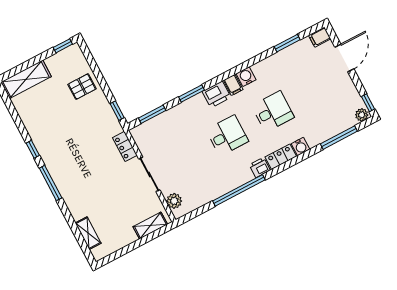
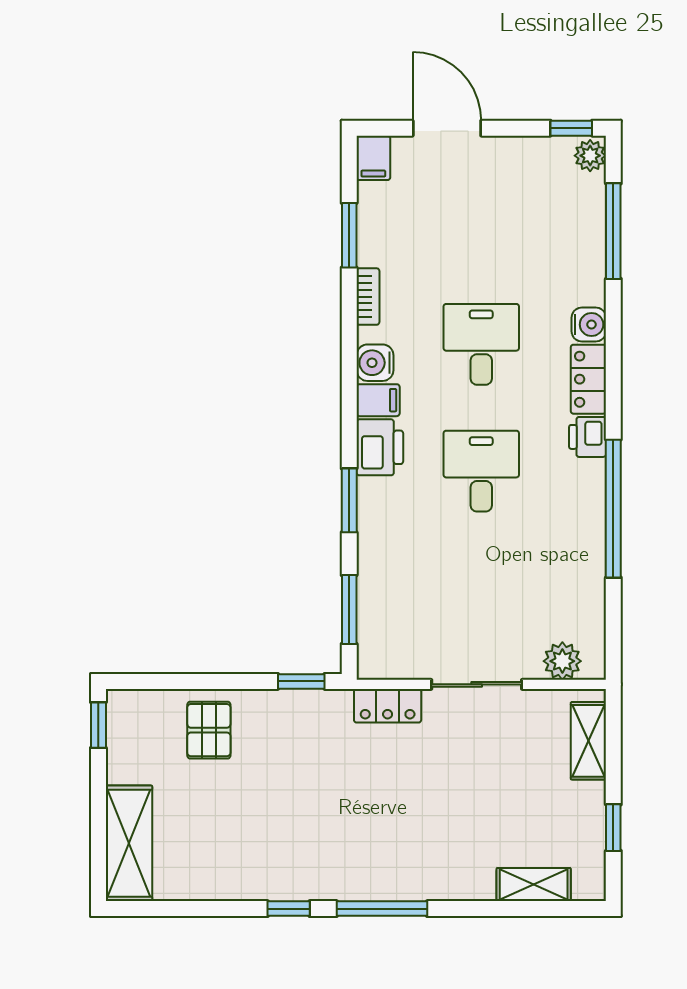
bookcase: (269, 62) -> (368, 297), added
window: (124, 251) -> (613, 828), added

